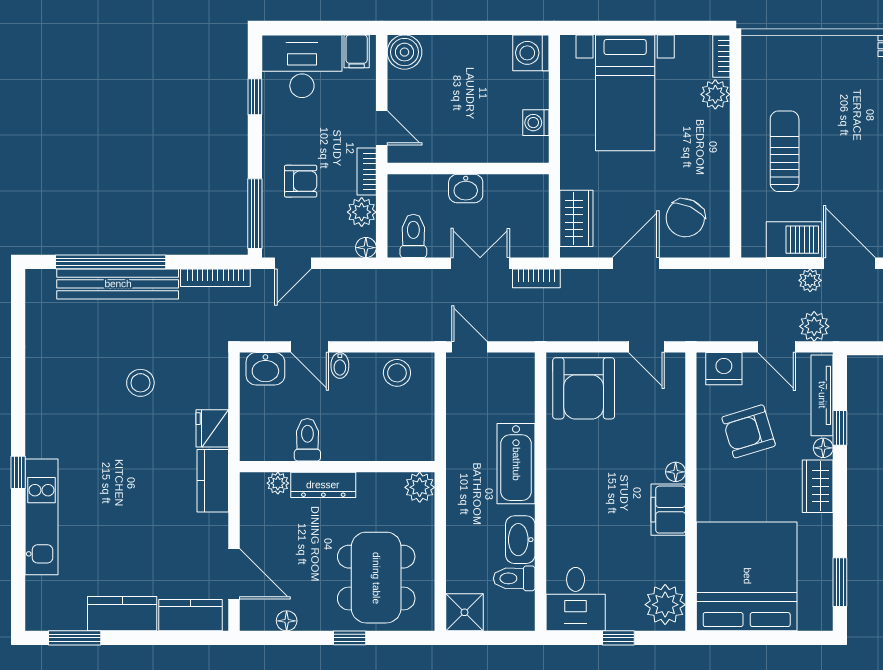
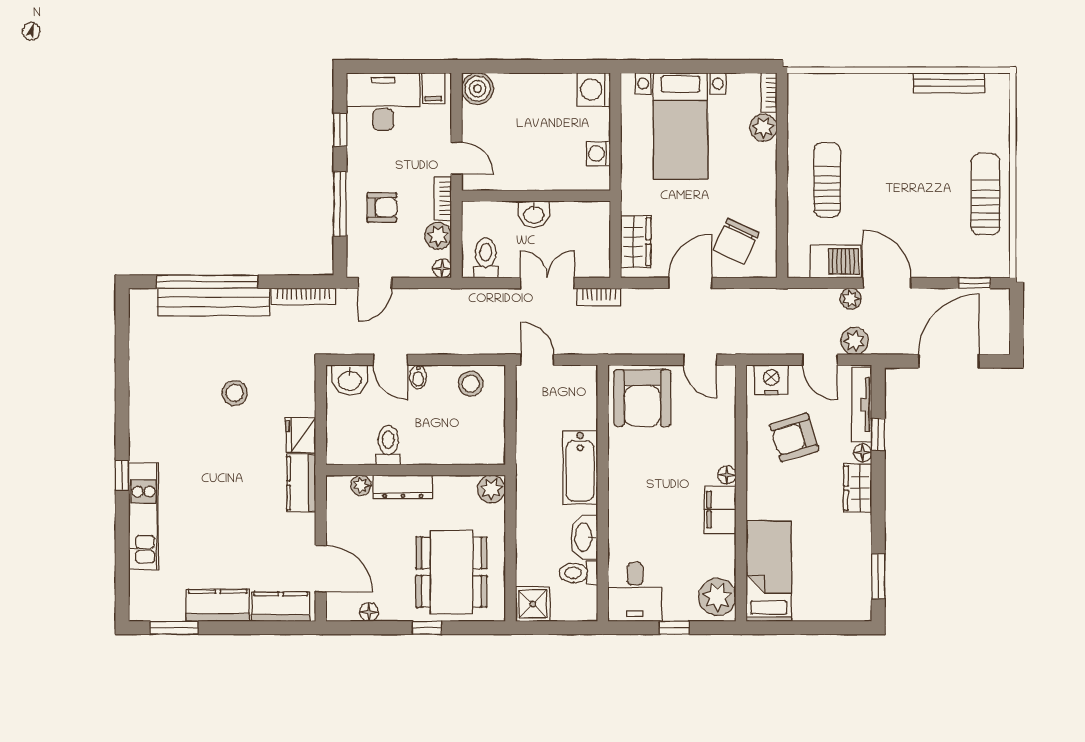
window: (255, 214) -> (340, 204), moved
bed: (747, 576) -> (769, 571), width x0.49

